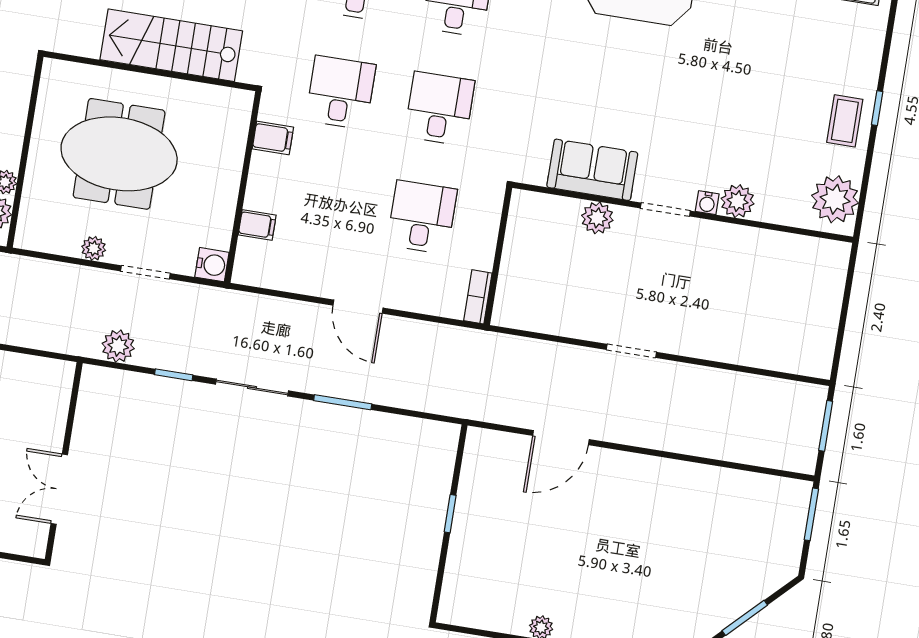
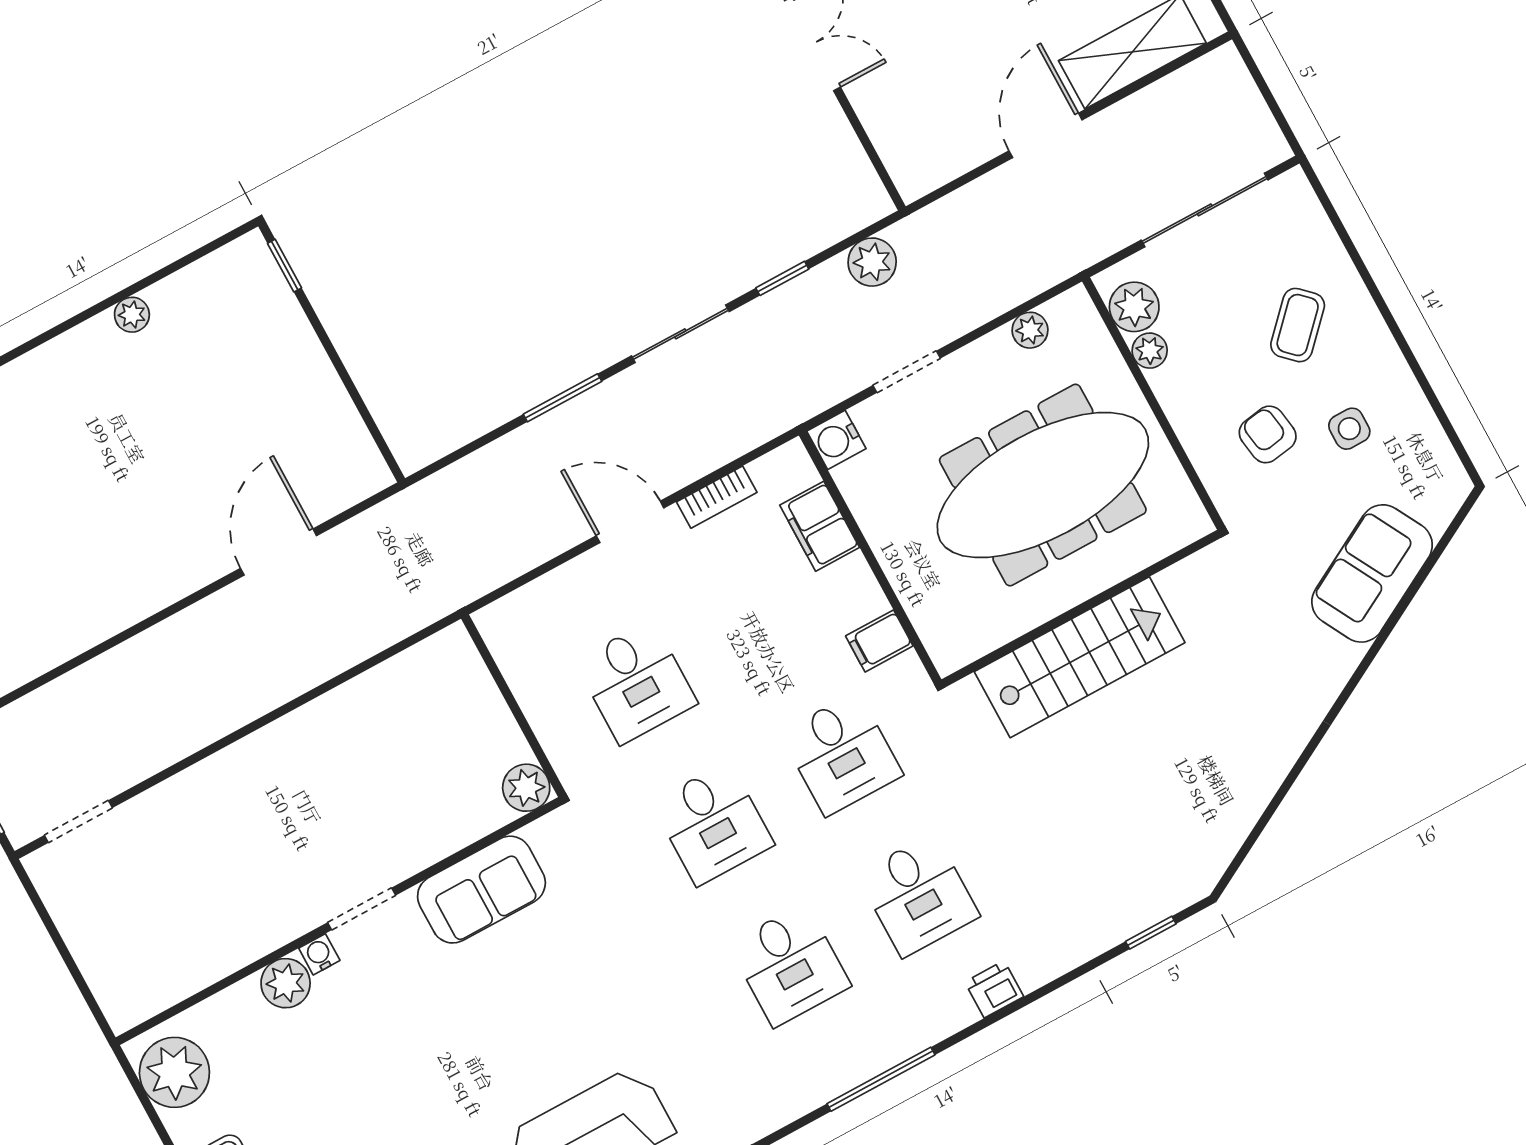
meeting table: (119, 154) -> (1043, 485), width x1.36
plant: (597, 218) -> (526, 788), moved
filing cabinet: (257, 225) -> (820, 526), width x2.00
plant: (94, 248) -> (1030, 330), moved
bookcase: (478, 297) -> (717, 497), moved, turned 90
doorway: (631, 351) -> (78, 821), moved
window: (450, 514) -> (285, 266), moved

